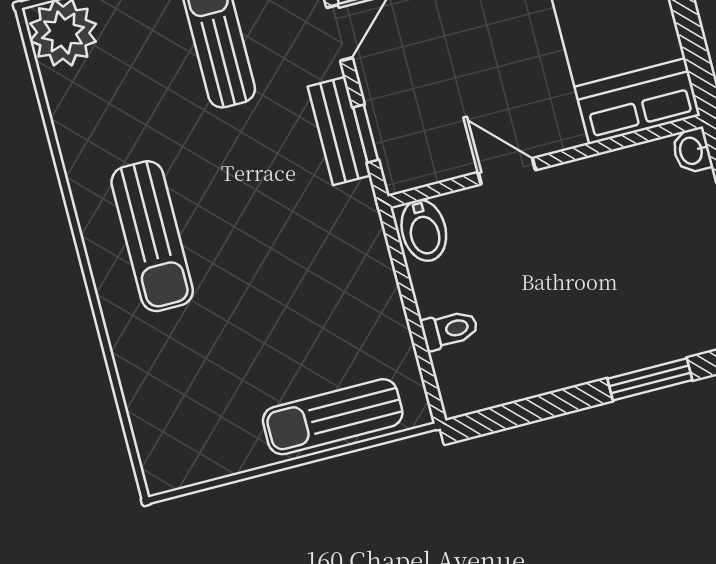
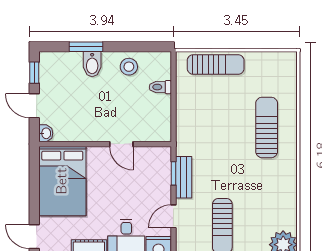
bidet: (424, 230) -> (92, 64), moved, turned 180
sun lounger: (152, 236) -> (267, 127), moved
stool: (536, 359) -> (129, 67), added

